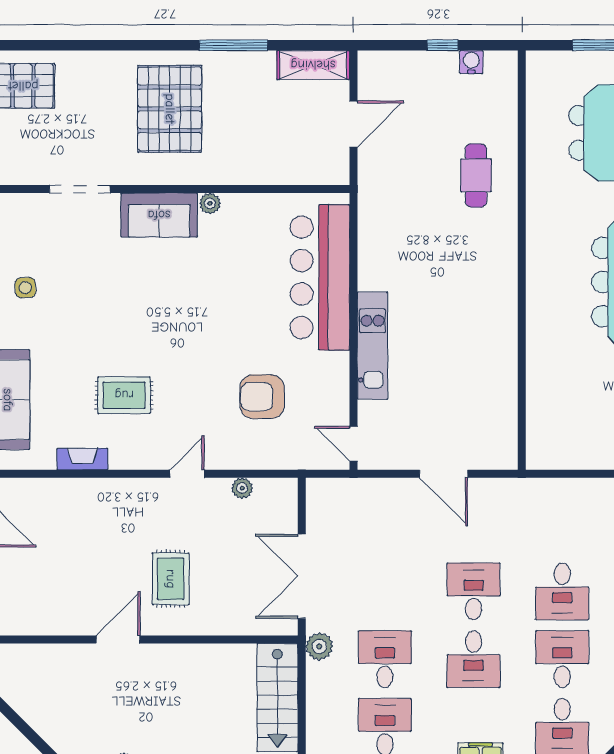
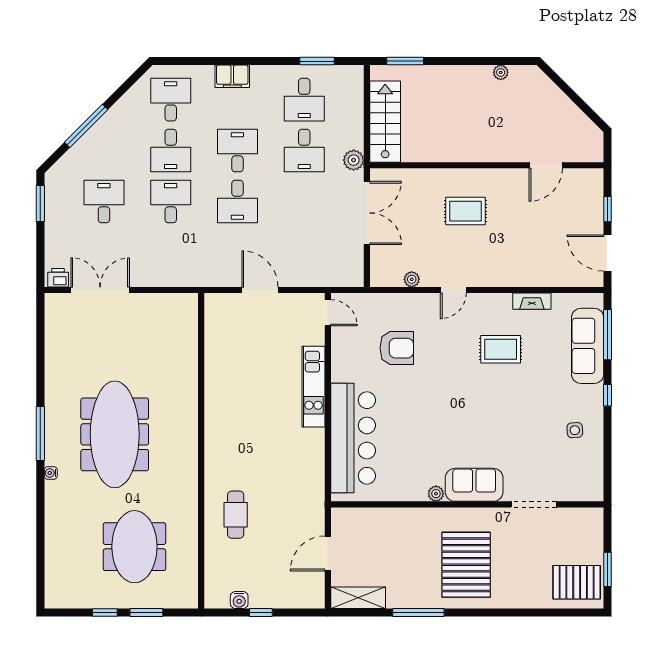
rug: (171, 579) -> (465, 211), turned 90
door: (118, 640) -> (546, 165), moved

